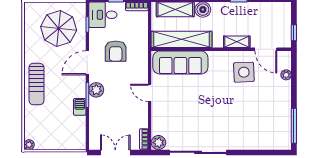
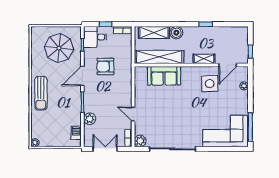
door: (266, 49) -> (228, 65), hinge flipped
armchair: (116, 51) -> (105, 66), turned 90
sofa: (180, 63) -> (164, 76), width x0.73
plant: (96, 90) -> (90, 119), moved
door: (150, 93) -> (133, 114), moved
barbecue: (80, 107) -> (76, 133), moved
corner sofa: (263, 130) -> (225, 131), added

